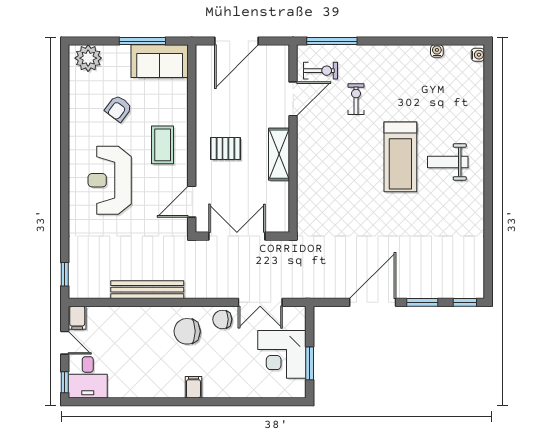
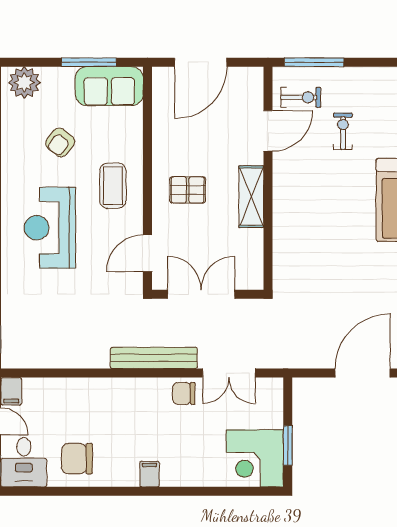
bench: (147, 290) -> (154, 358), moved
chair: (187, 331) -> (77, 459), moved
corner desk: (282, 354) -> (255, 458), moved

